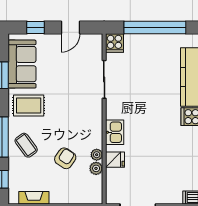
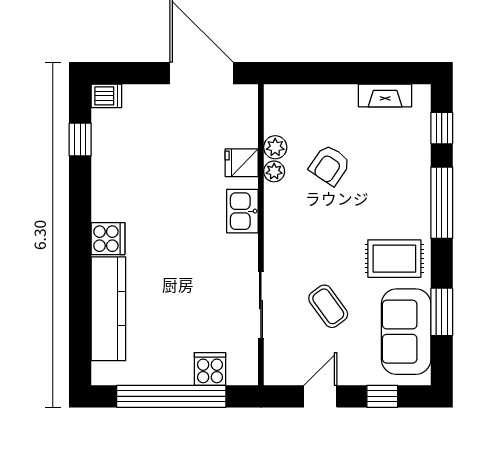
cooker: (114, 43) -> (210, 369), moved
coffee table: (26, 145) -> (328, 306), moved

